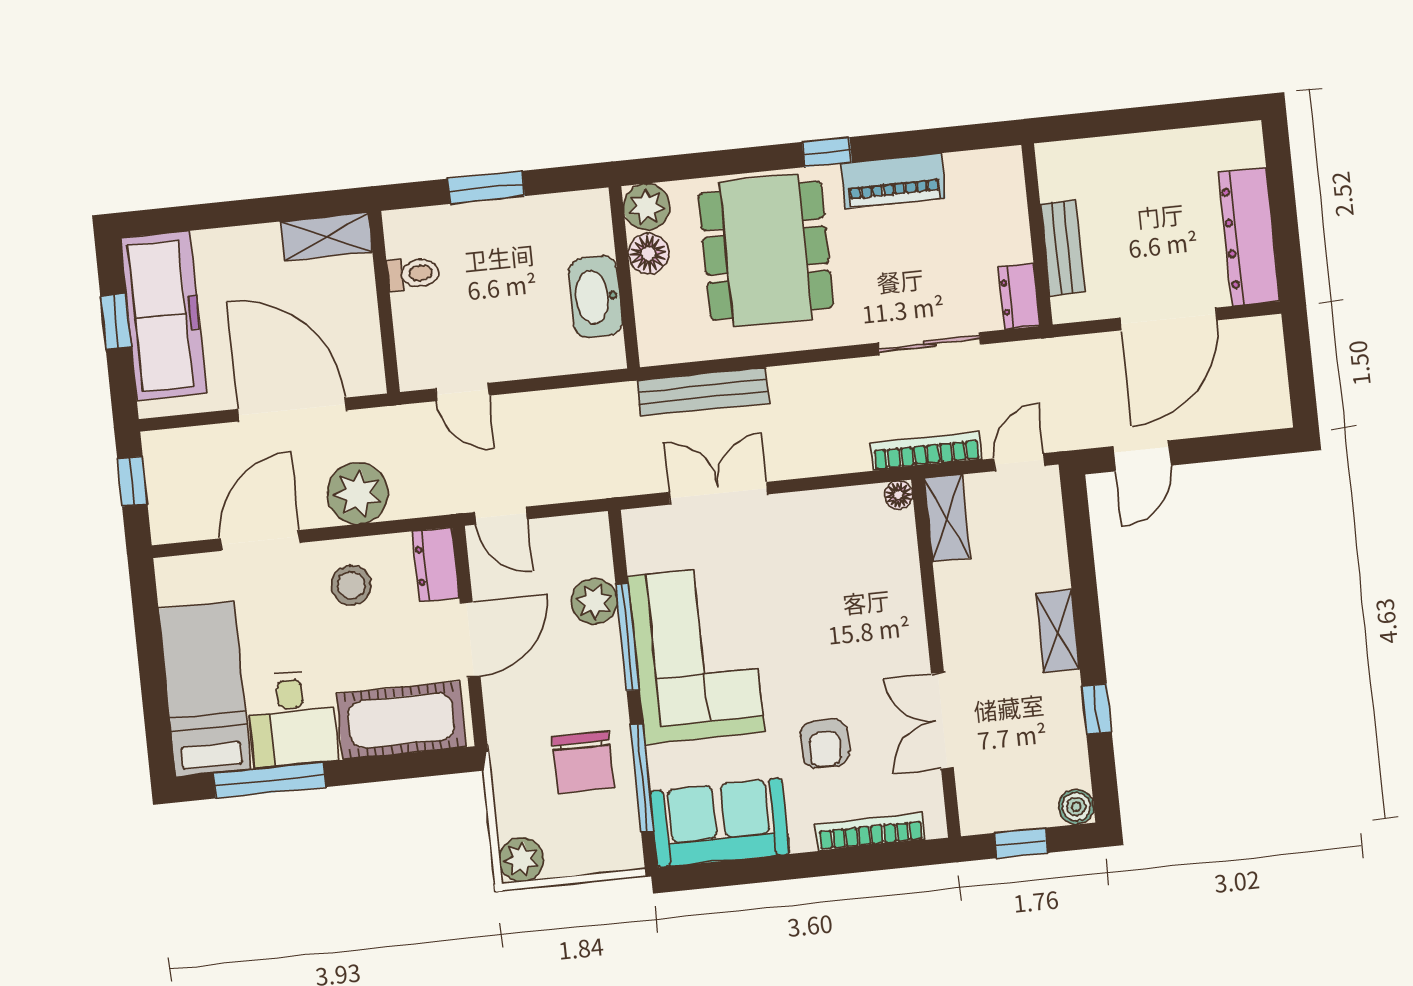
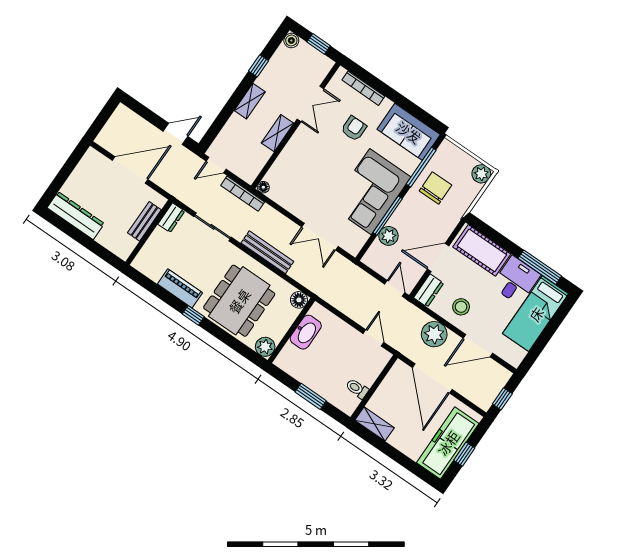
dresser: (1249, 237) -> (76, 216), moved, turned -90
floor lamp: (648, 254) -> (299, 300), moved
bench: (703, 392) -> (267, 252), moved
shelving: (947, 518) -> (278, 133), moved

